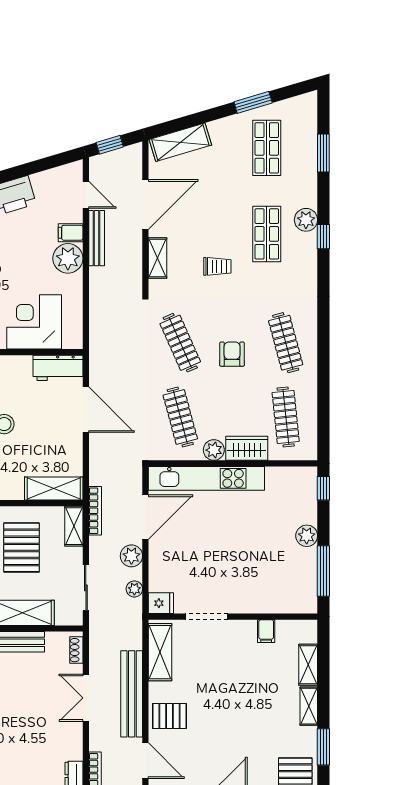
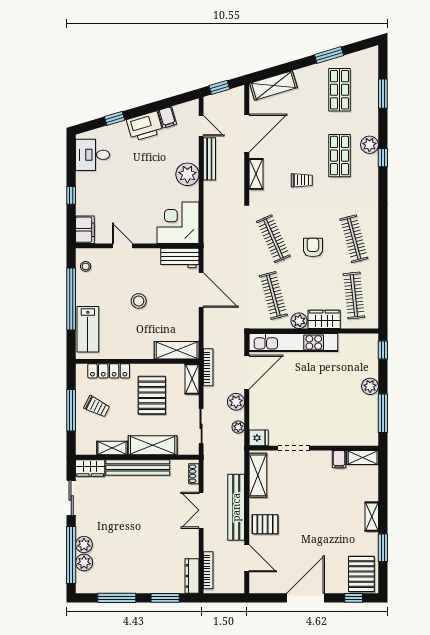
filing cabinet: (71, 233) -> (167, 117), moved, turned -106
corner desk: (34, 322) -> (178, 223), moved
shelving: (308, 665) -> (363, 457), moved, turned 90

